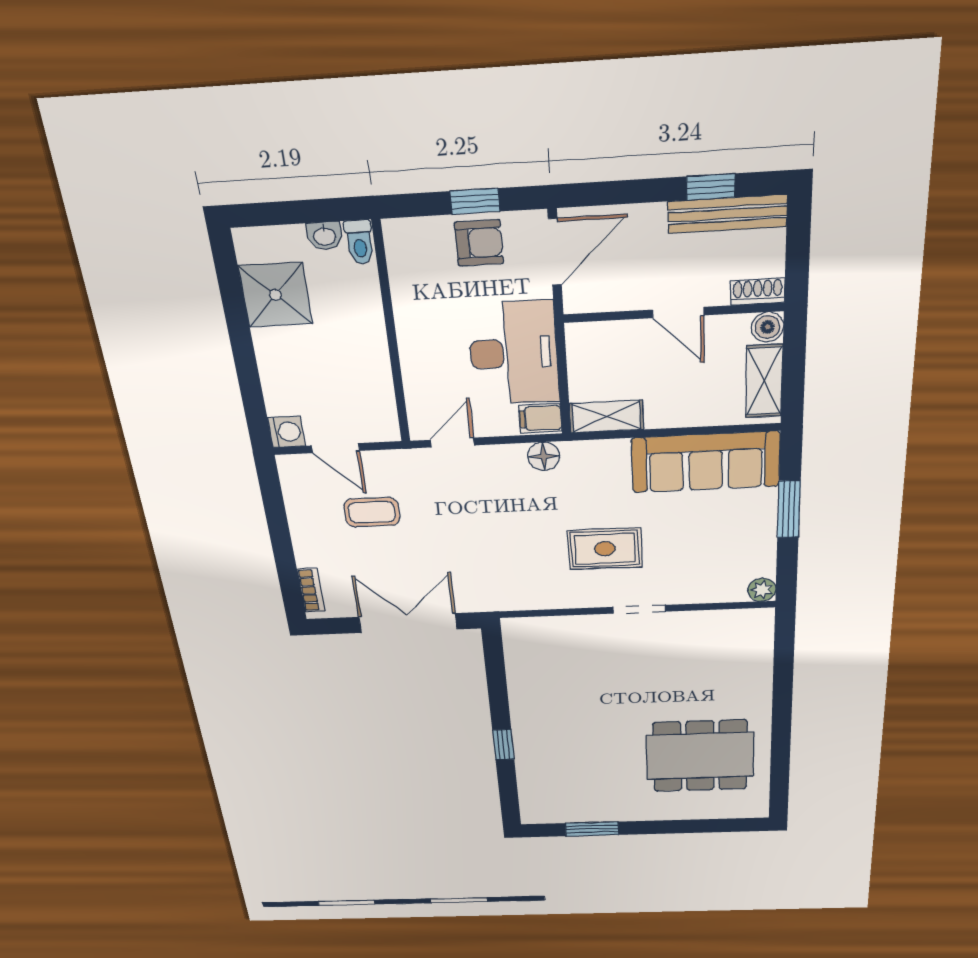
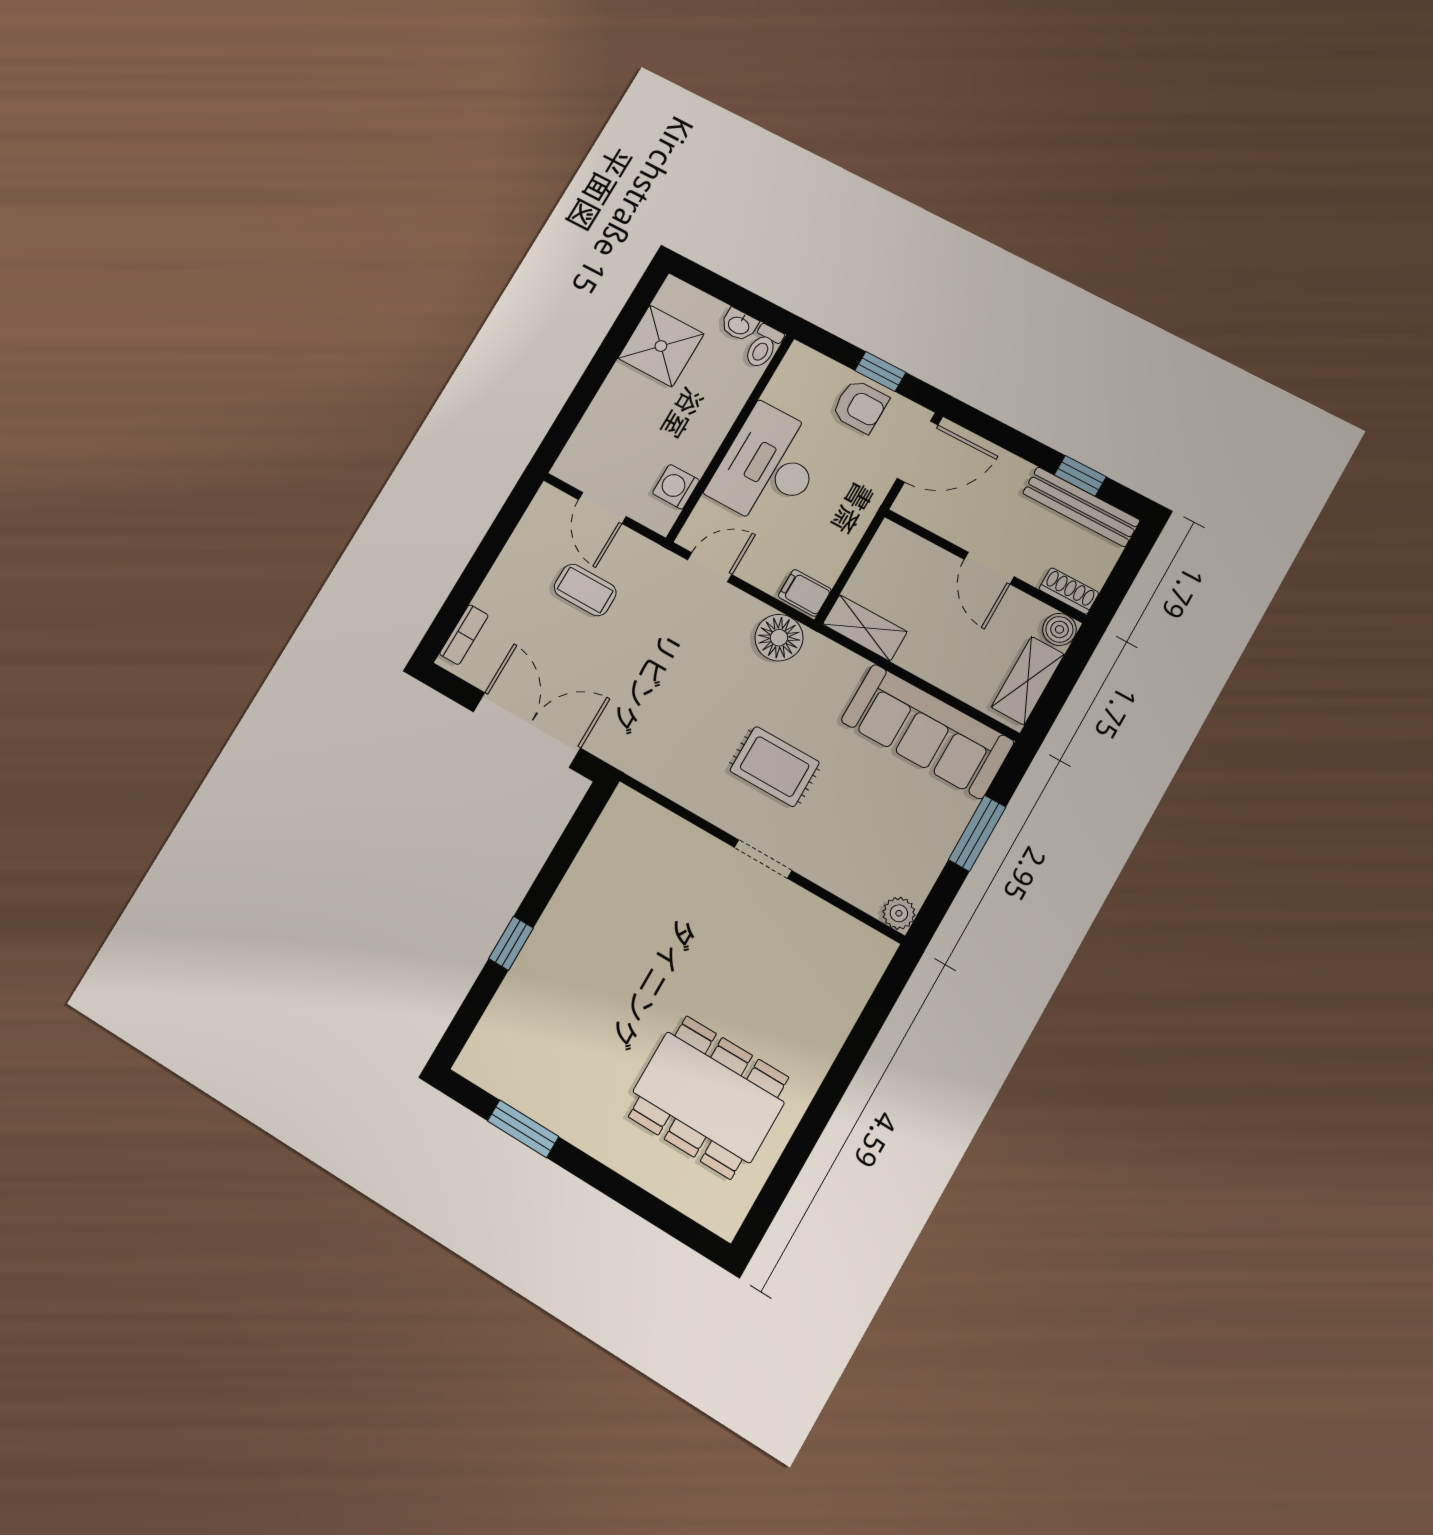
desk: (514, 353) -> (768, 466), moved, turned 180
washing machine: (287, 432) -> (676, 487), moved, turned 180
floor lamp: (544, 456) -> (779, 638), width x1.38, depth x1.38

